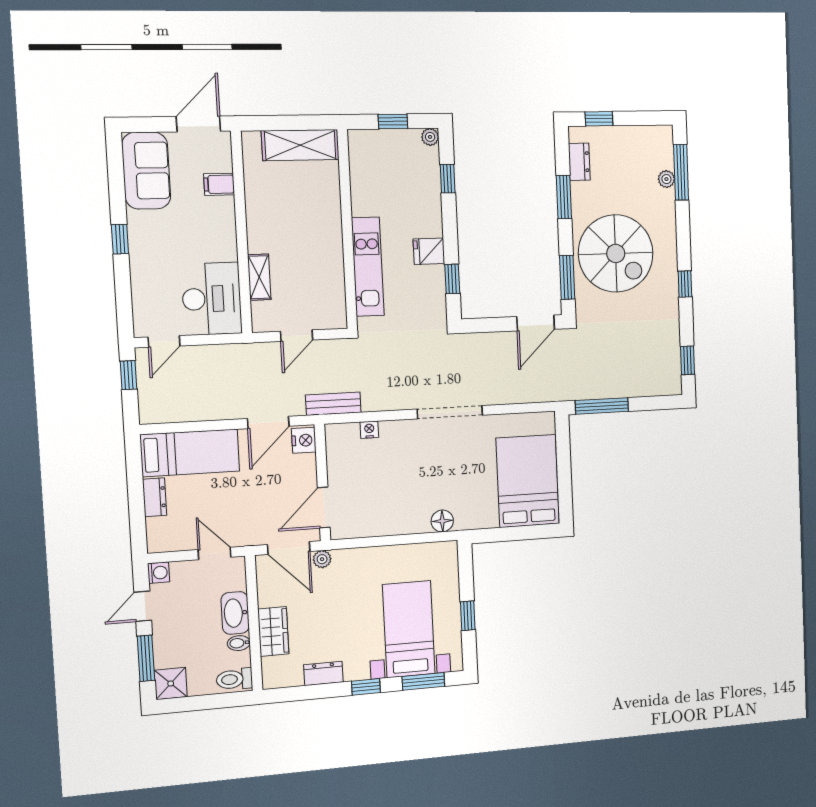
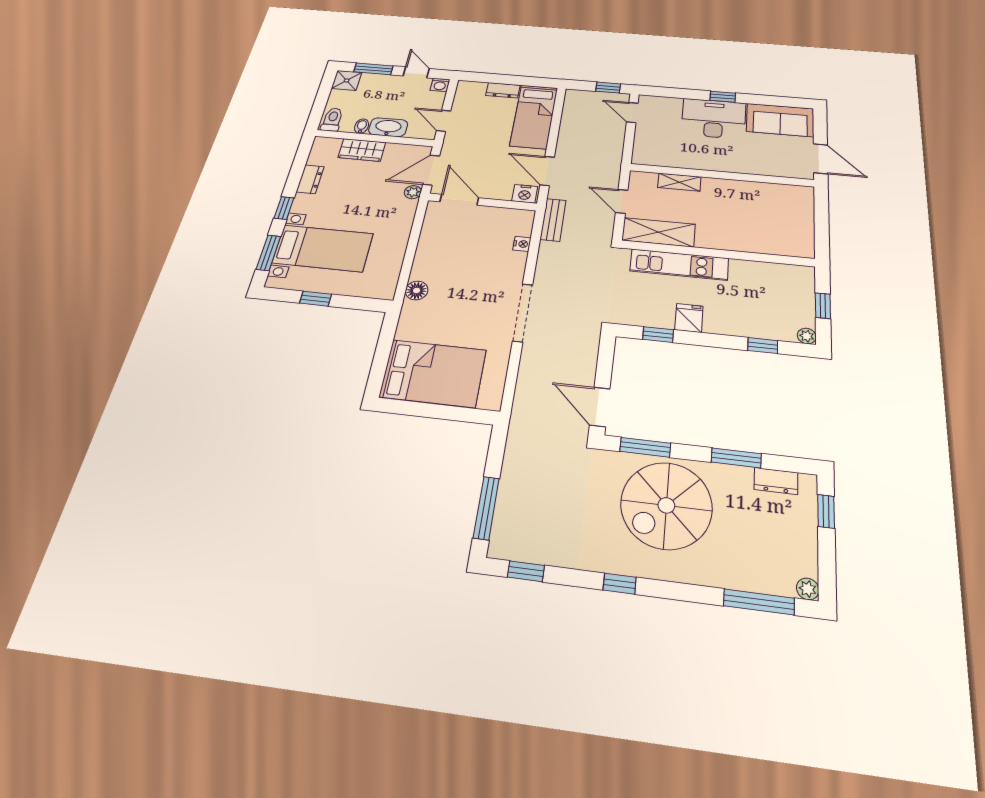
shelving: (300, 145) -> (659, 232), moved, turned 90
plant: (666, 179) -> (808, 589), moved
filing cabinet: (219, 184) -> (766, 166), removed
desk: (212, 299) -> (714, 119), moved, turned 180
window: (602, 406) -> (486, 508), moved
door: (215, 553) -> (444, 121), swing flipped

